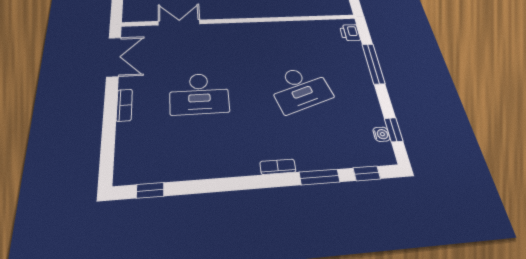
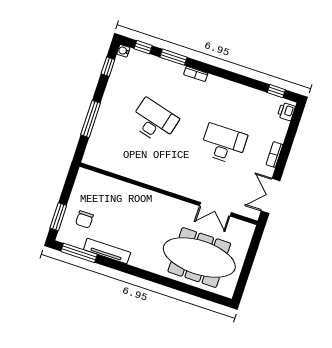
printer: (350, 33) -> (286, 112), moved, turned 180
desk: (300, 88) -> (154, 121), turned 33
water cooler: (381, 134) -> (123, 51), moved

